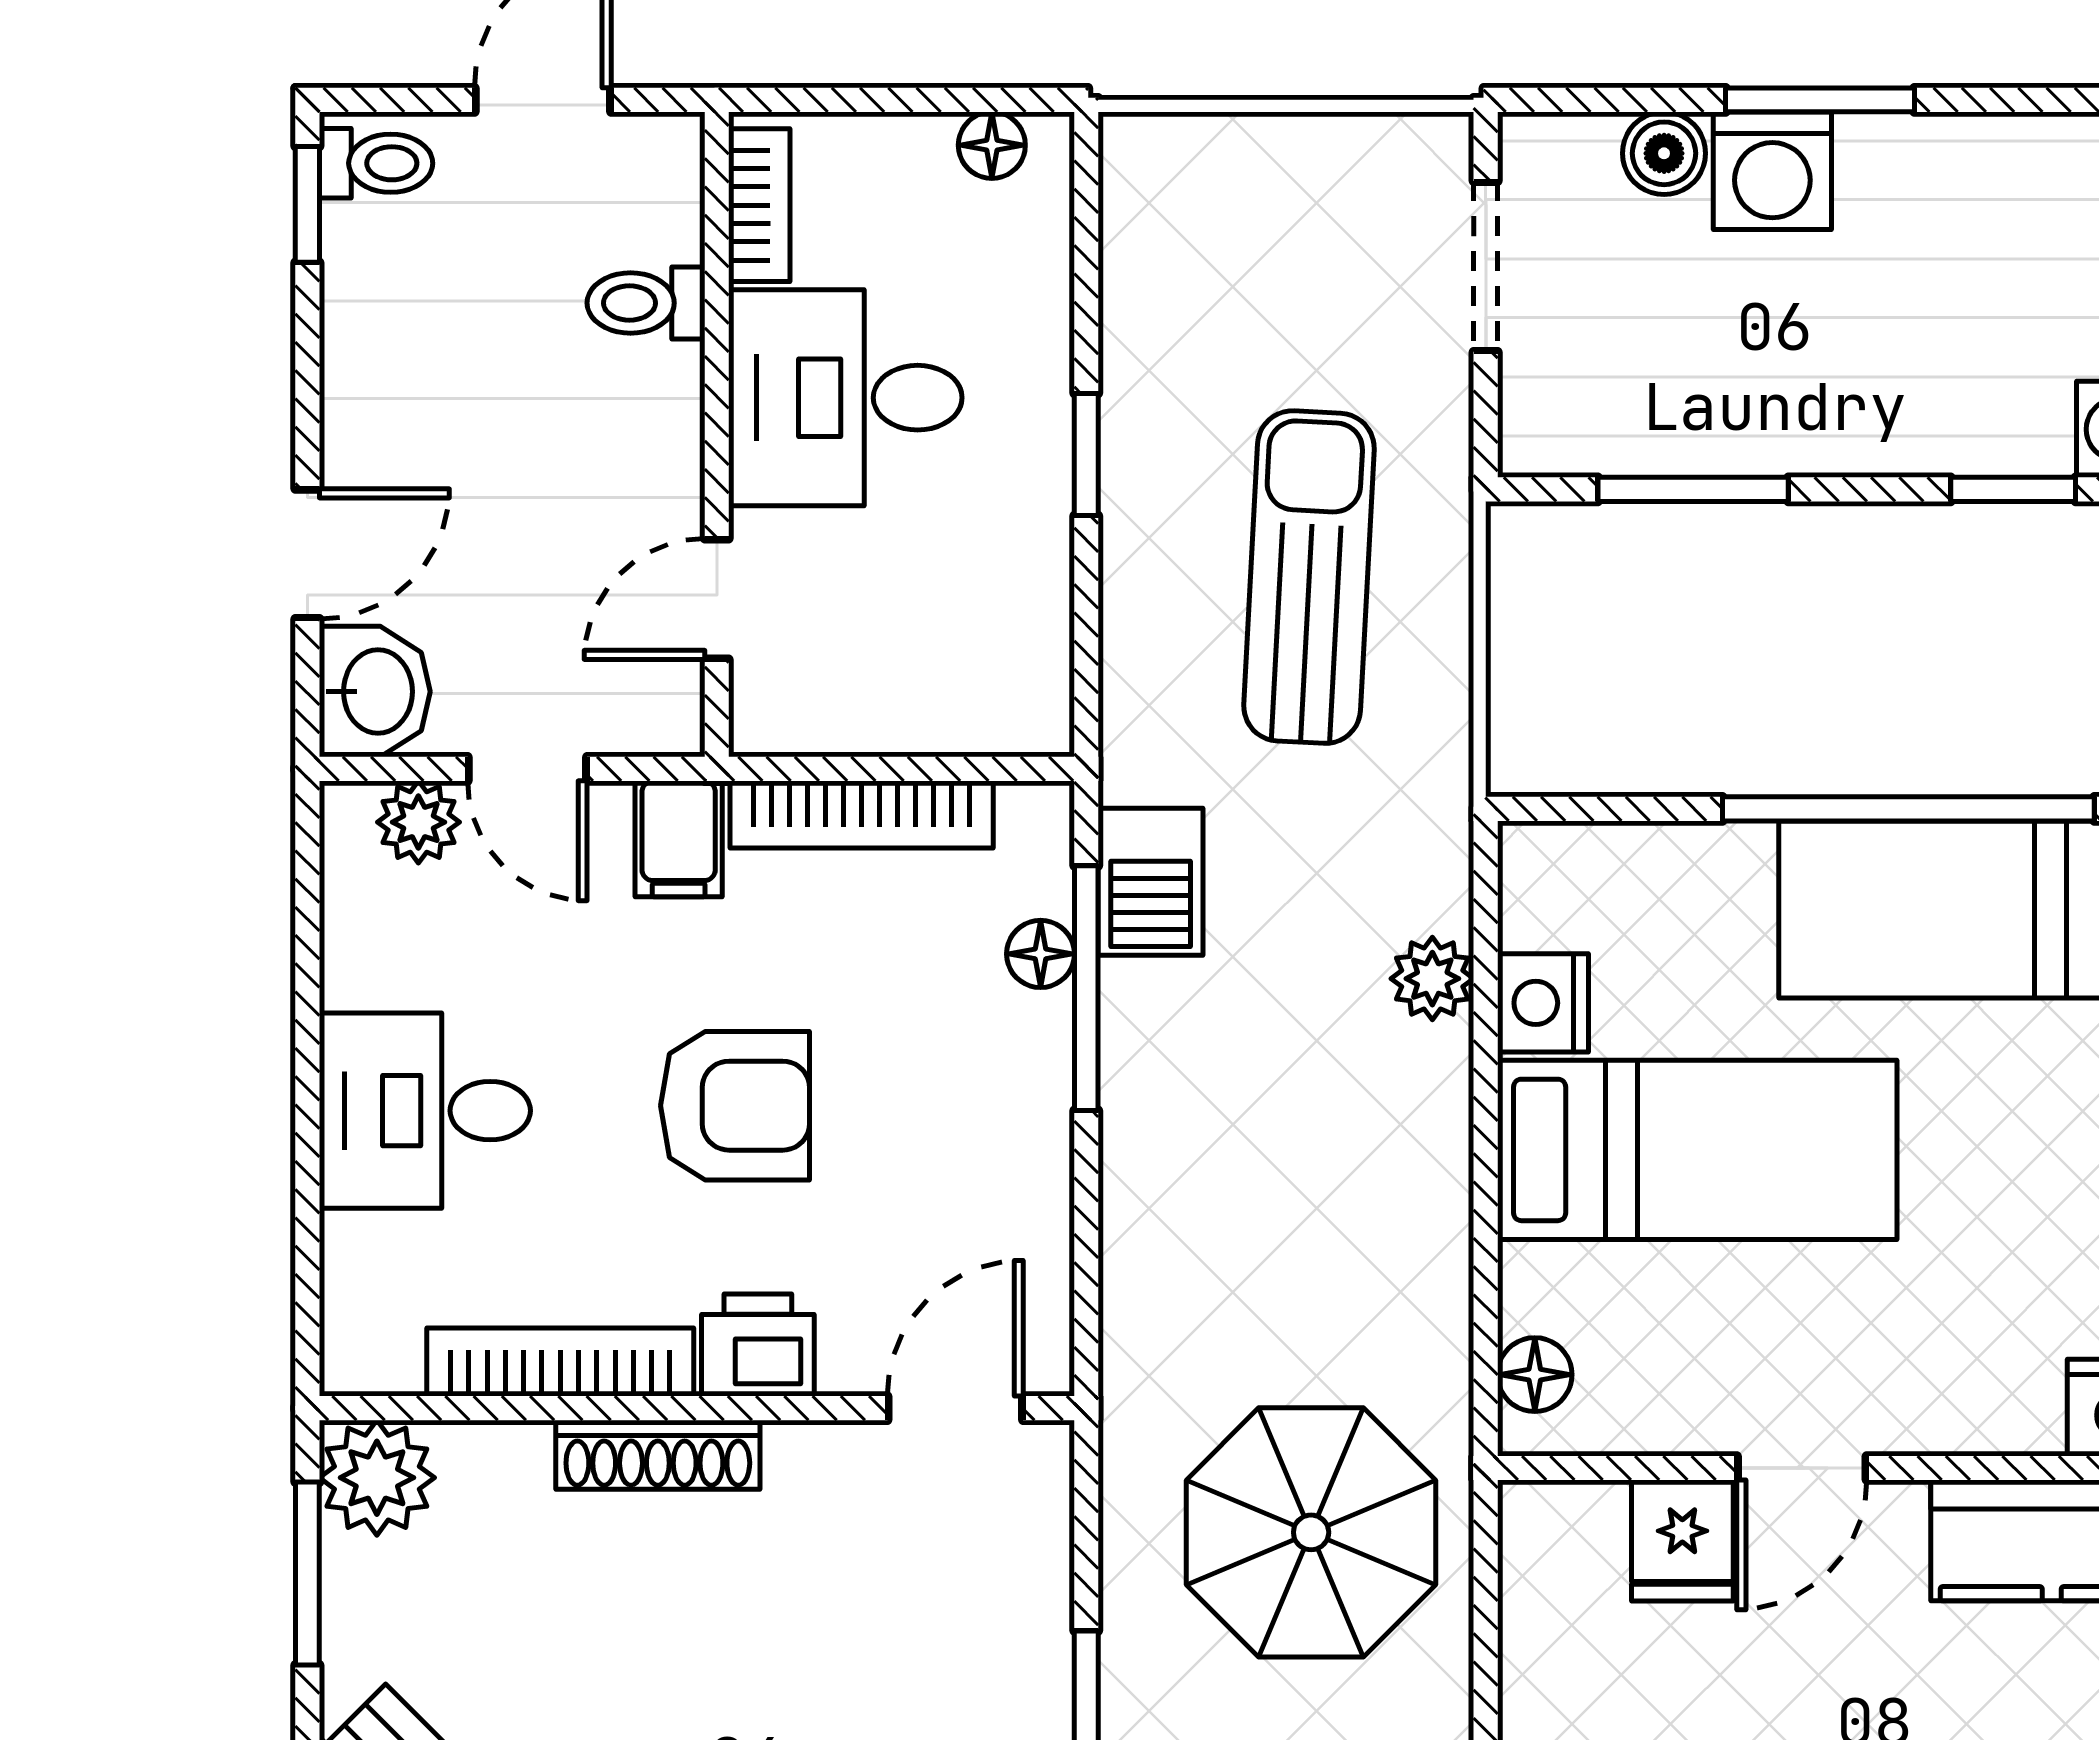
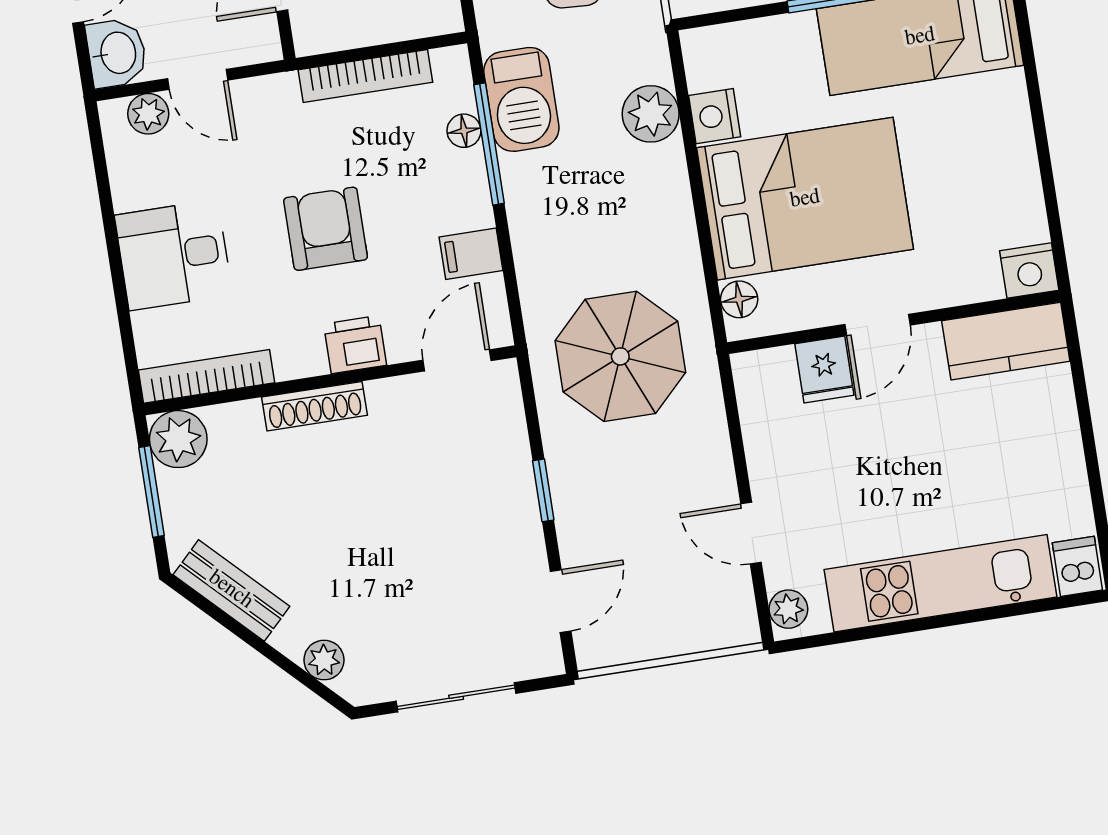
filing cabinet: (679, 839) -> (471, 254), moved, turned 90
barbecue: (1151, 882) -> (521, 99), width x1.38, depth x1.27
plant: (1432, 979) -> (651, 114), width x1.38, depth x1.38
armchair: (735, 1106) -> (326, 229), turned -90
bed: (1697, 1150) -> (805, 199), width x1.50
bookcase: (560, 1362) -> (207, 376), moved
parasol: (1311, 1532) -> (620, 356), moved

